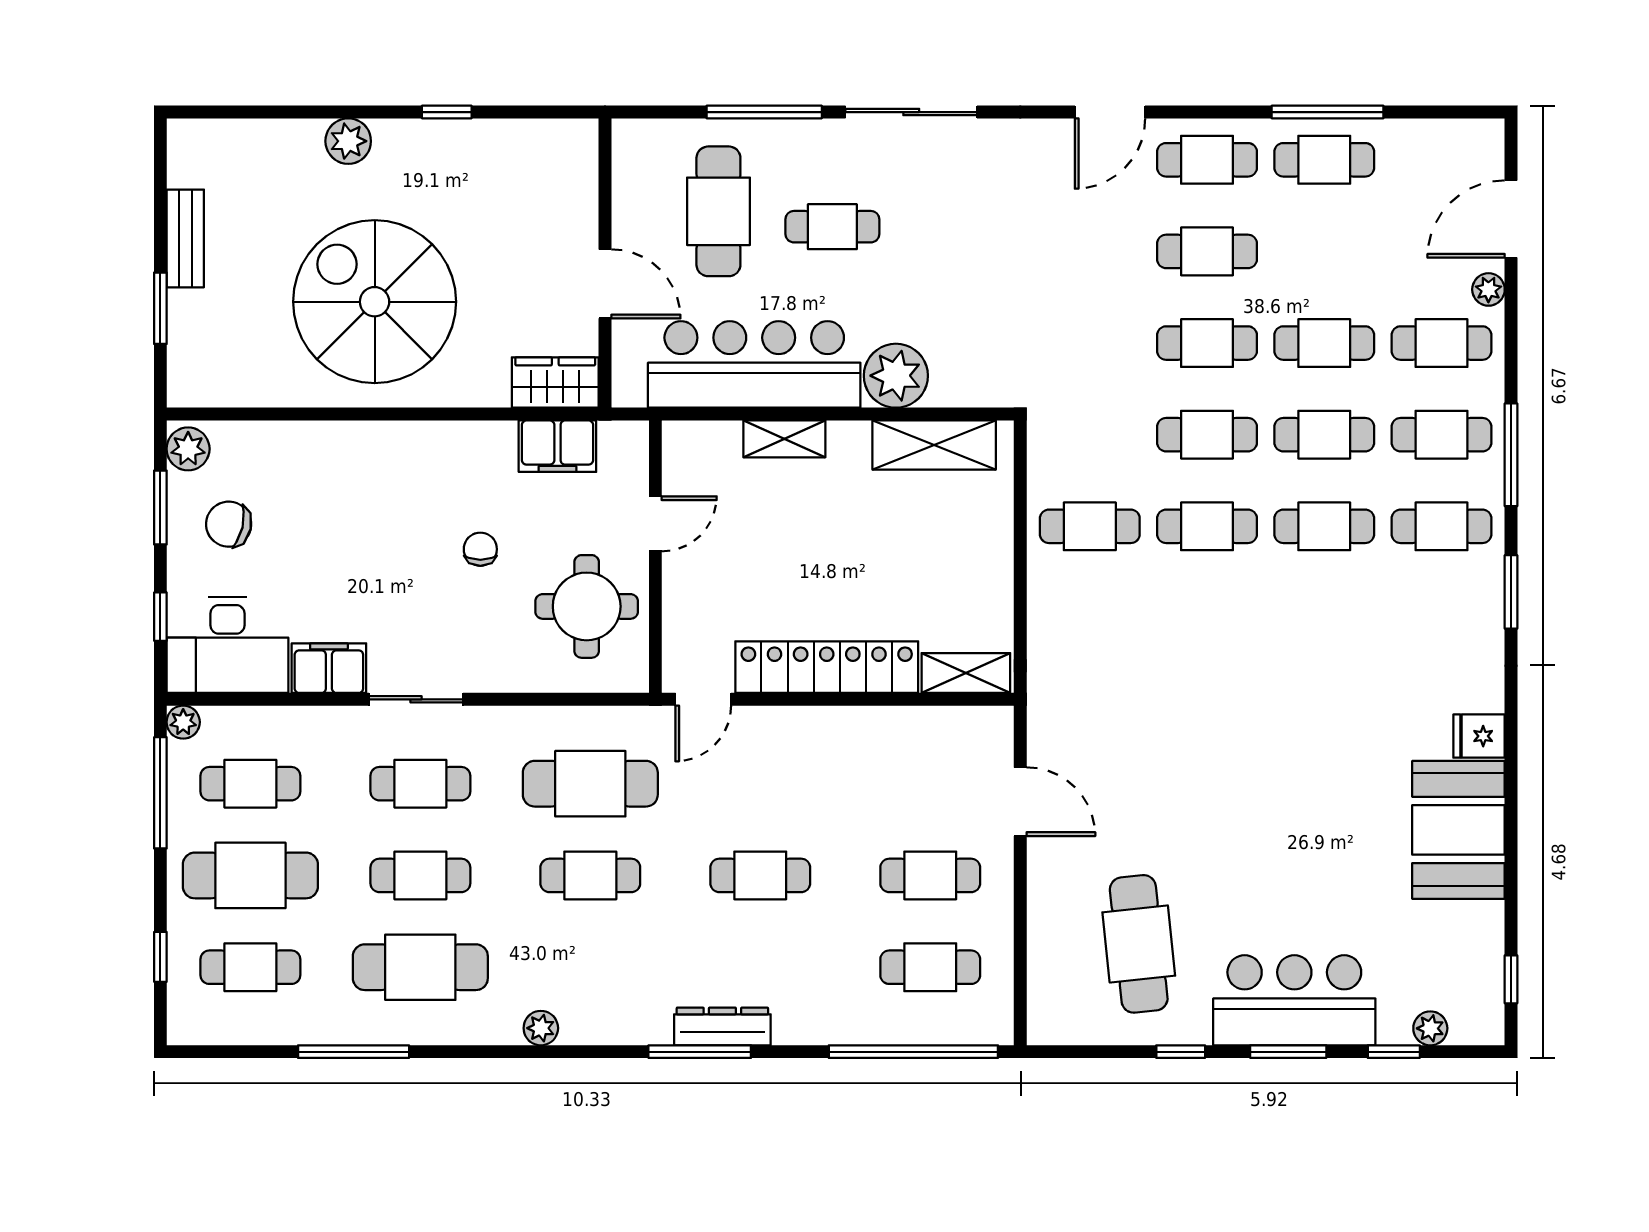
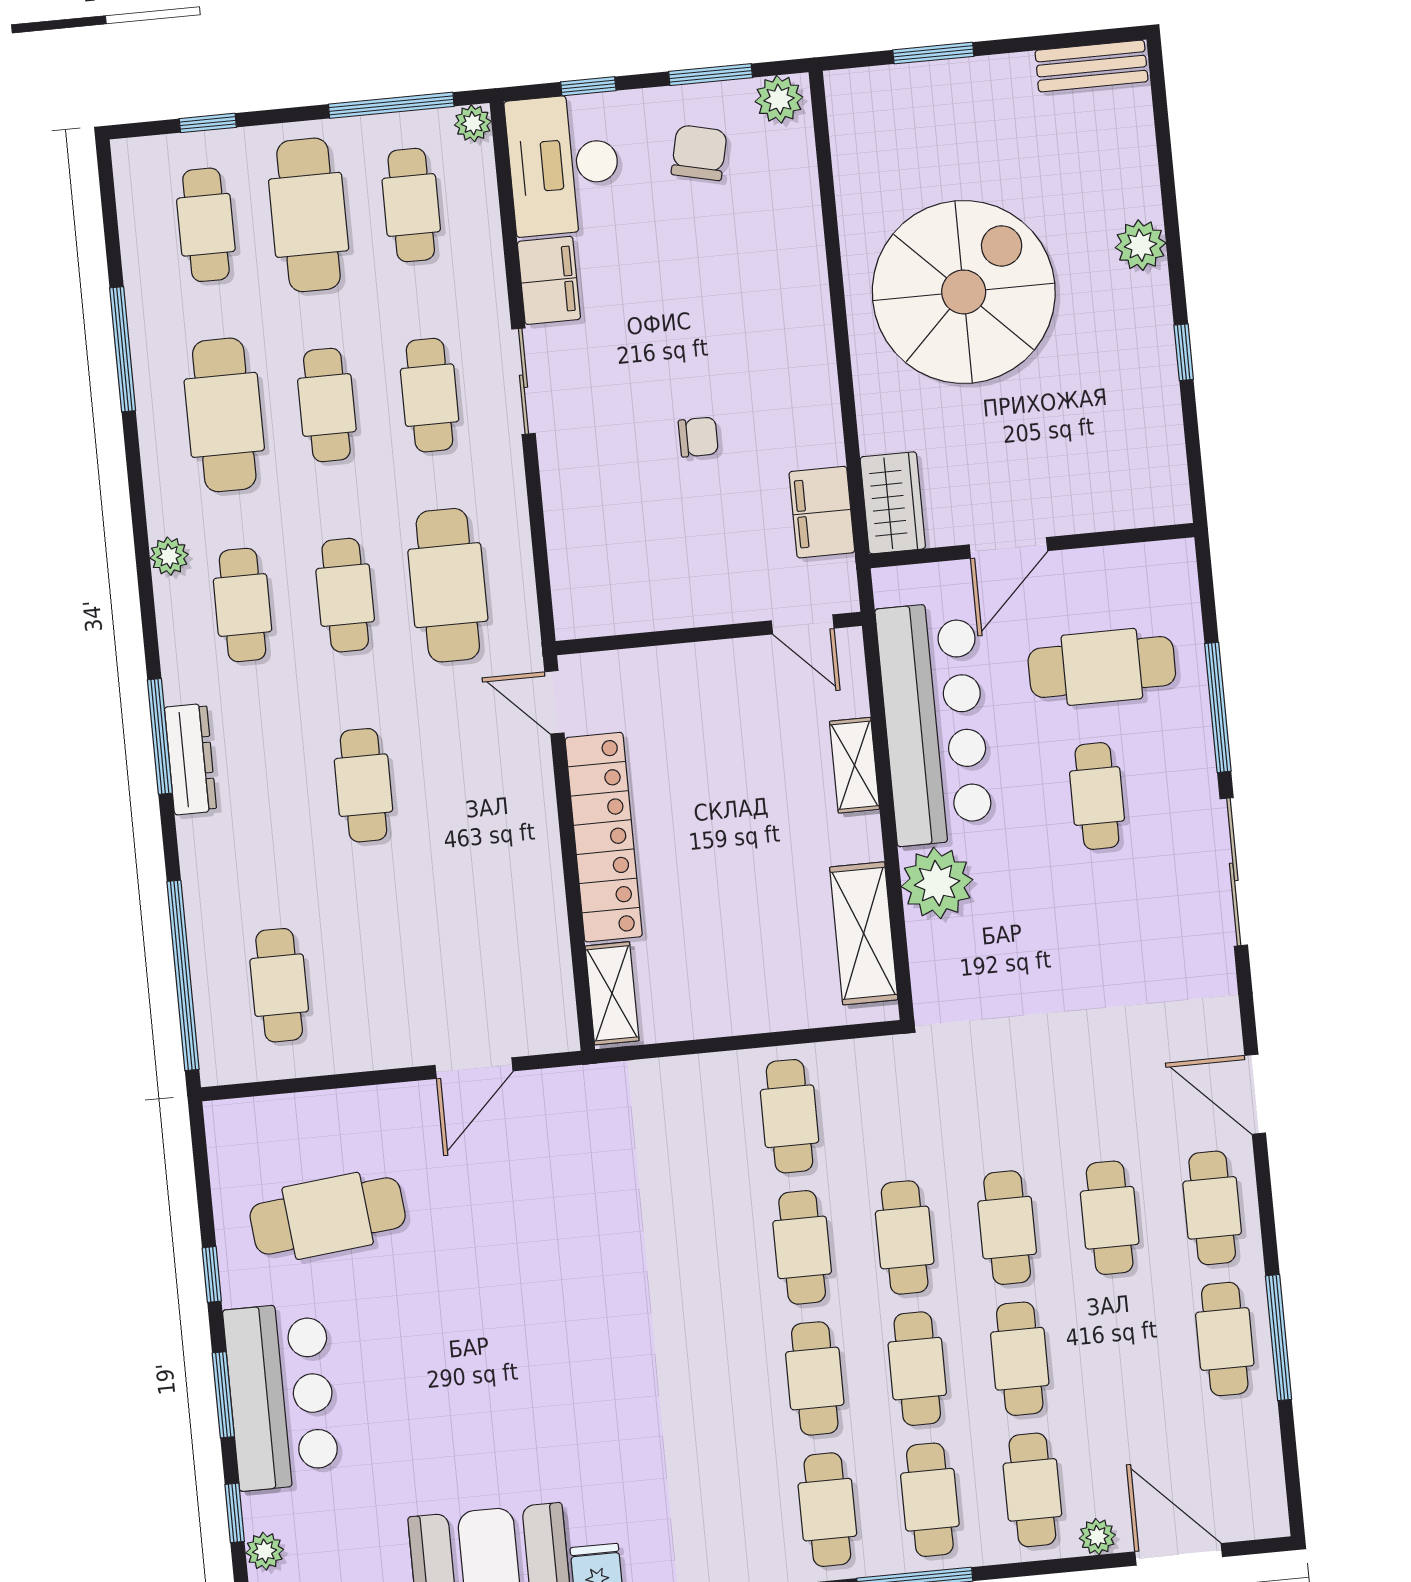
bench: (185, 238) -> (1091, 66), moved
door: (655, 524) -> (803, 624), moved
round table: (587, 606) -> (646, 562), removed
cafe table: (930, 875) -> (243, 605), moved

